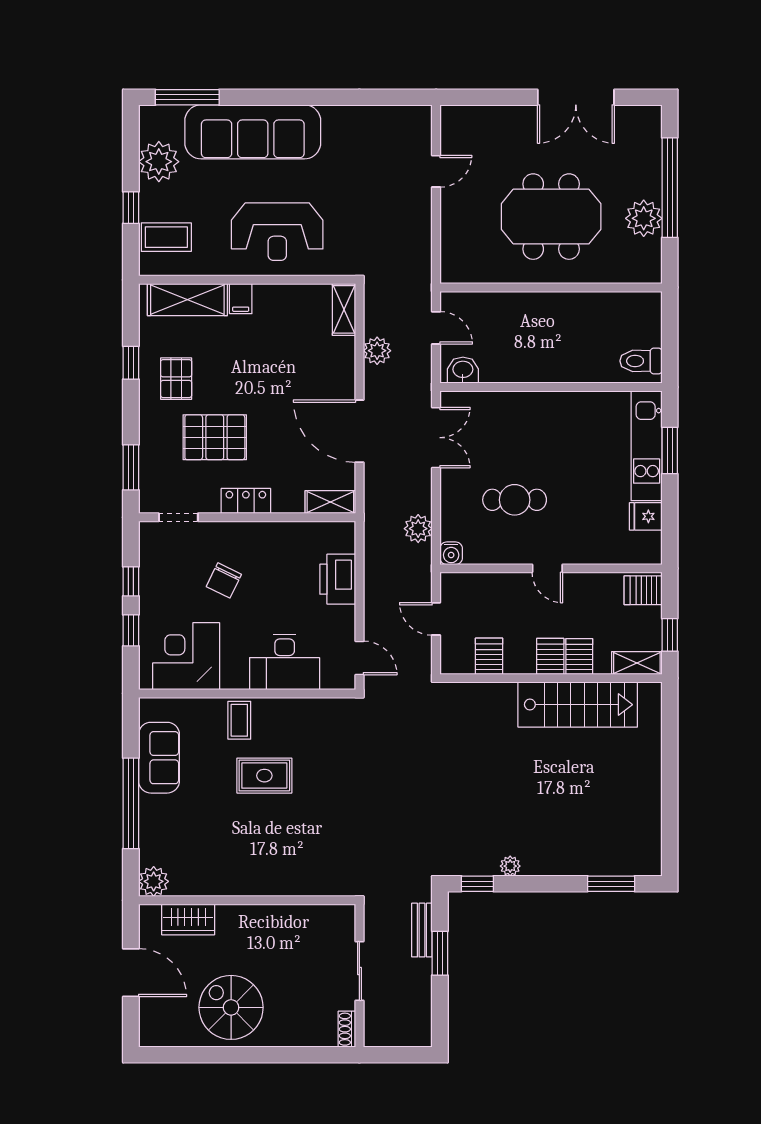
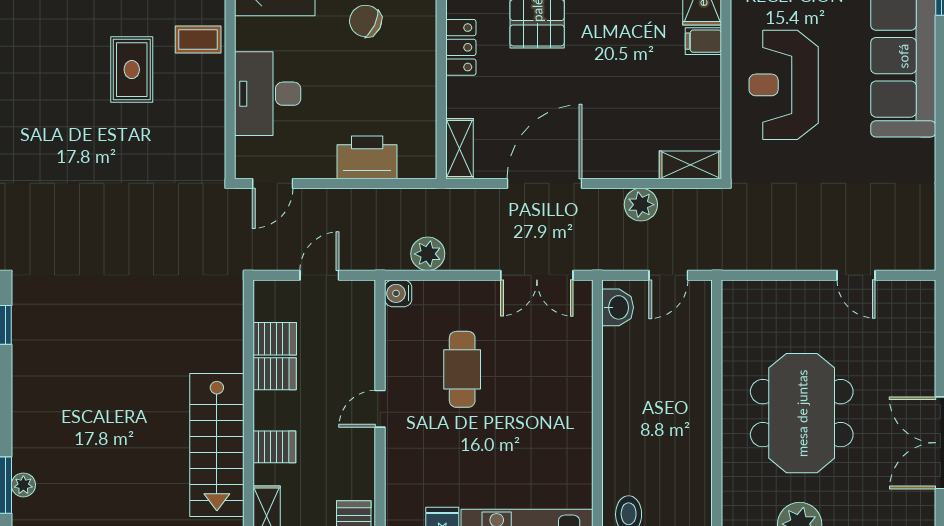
server rack: (550, 656) -> (275, 374), moved
plant: (510, 866) -> (23, 485), moved

